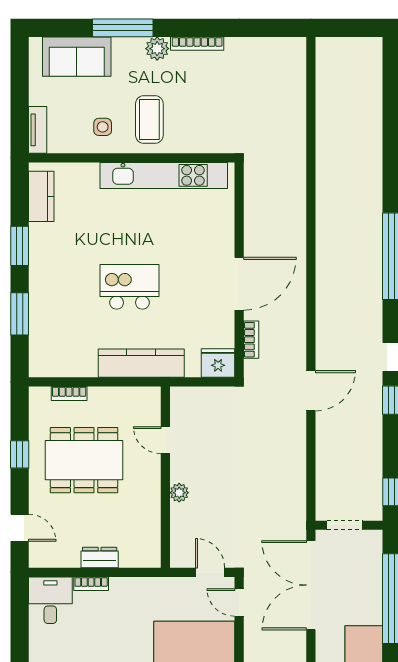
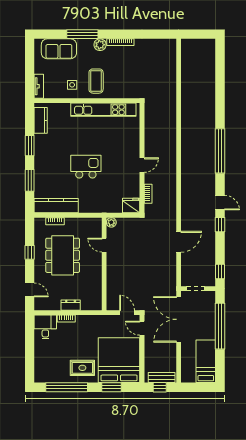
door: (239, 284) -> (142, 165), width x0.53
kitchen counter: (141, 363) -> (56, 206), moved
door: (311, 391) -> (179, 242), moved
dining table: (84, 460) -> (63, 255), turned 90
plant: (179, 493) -> (111, 222), moved

